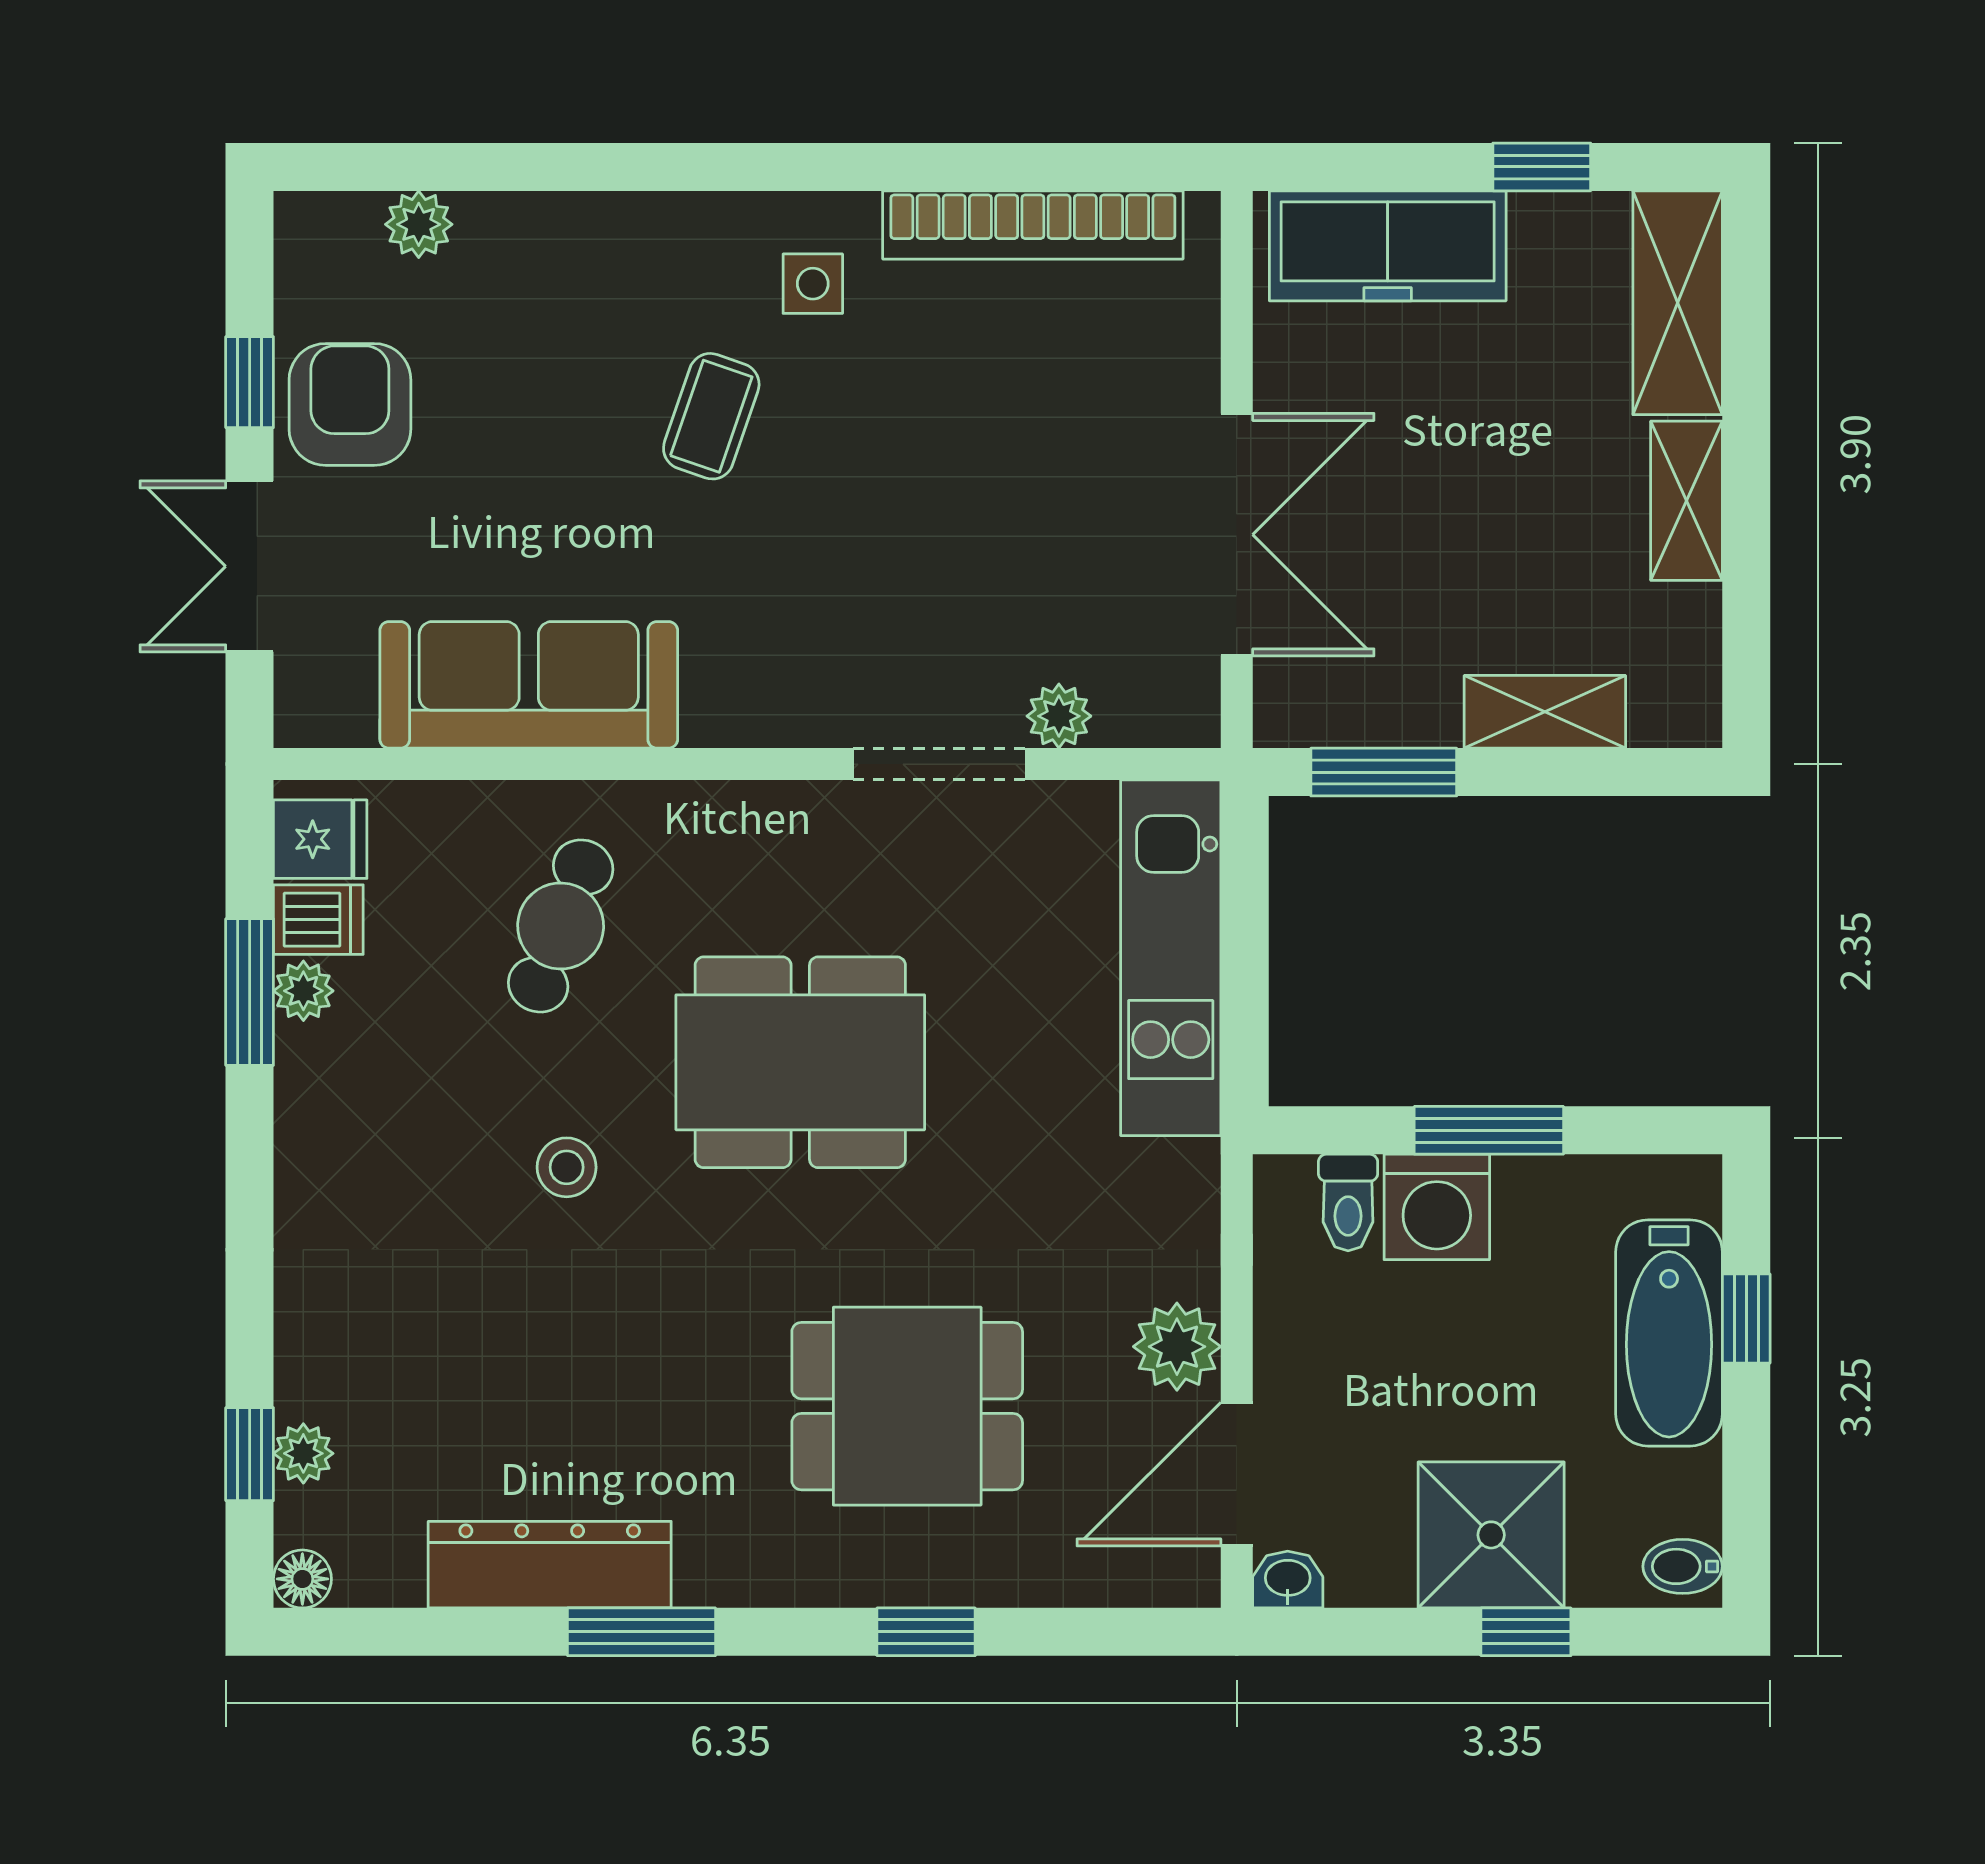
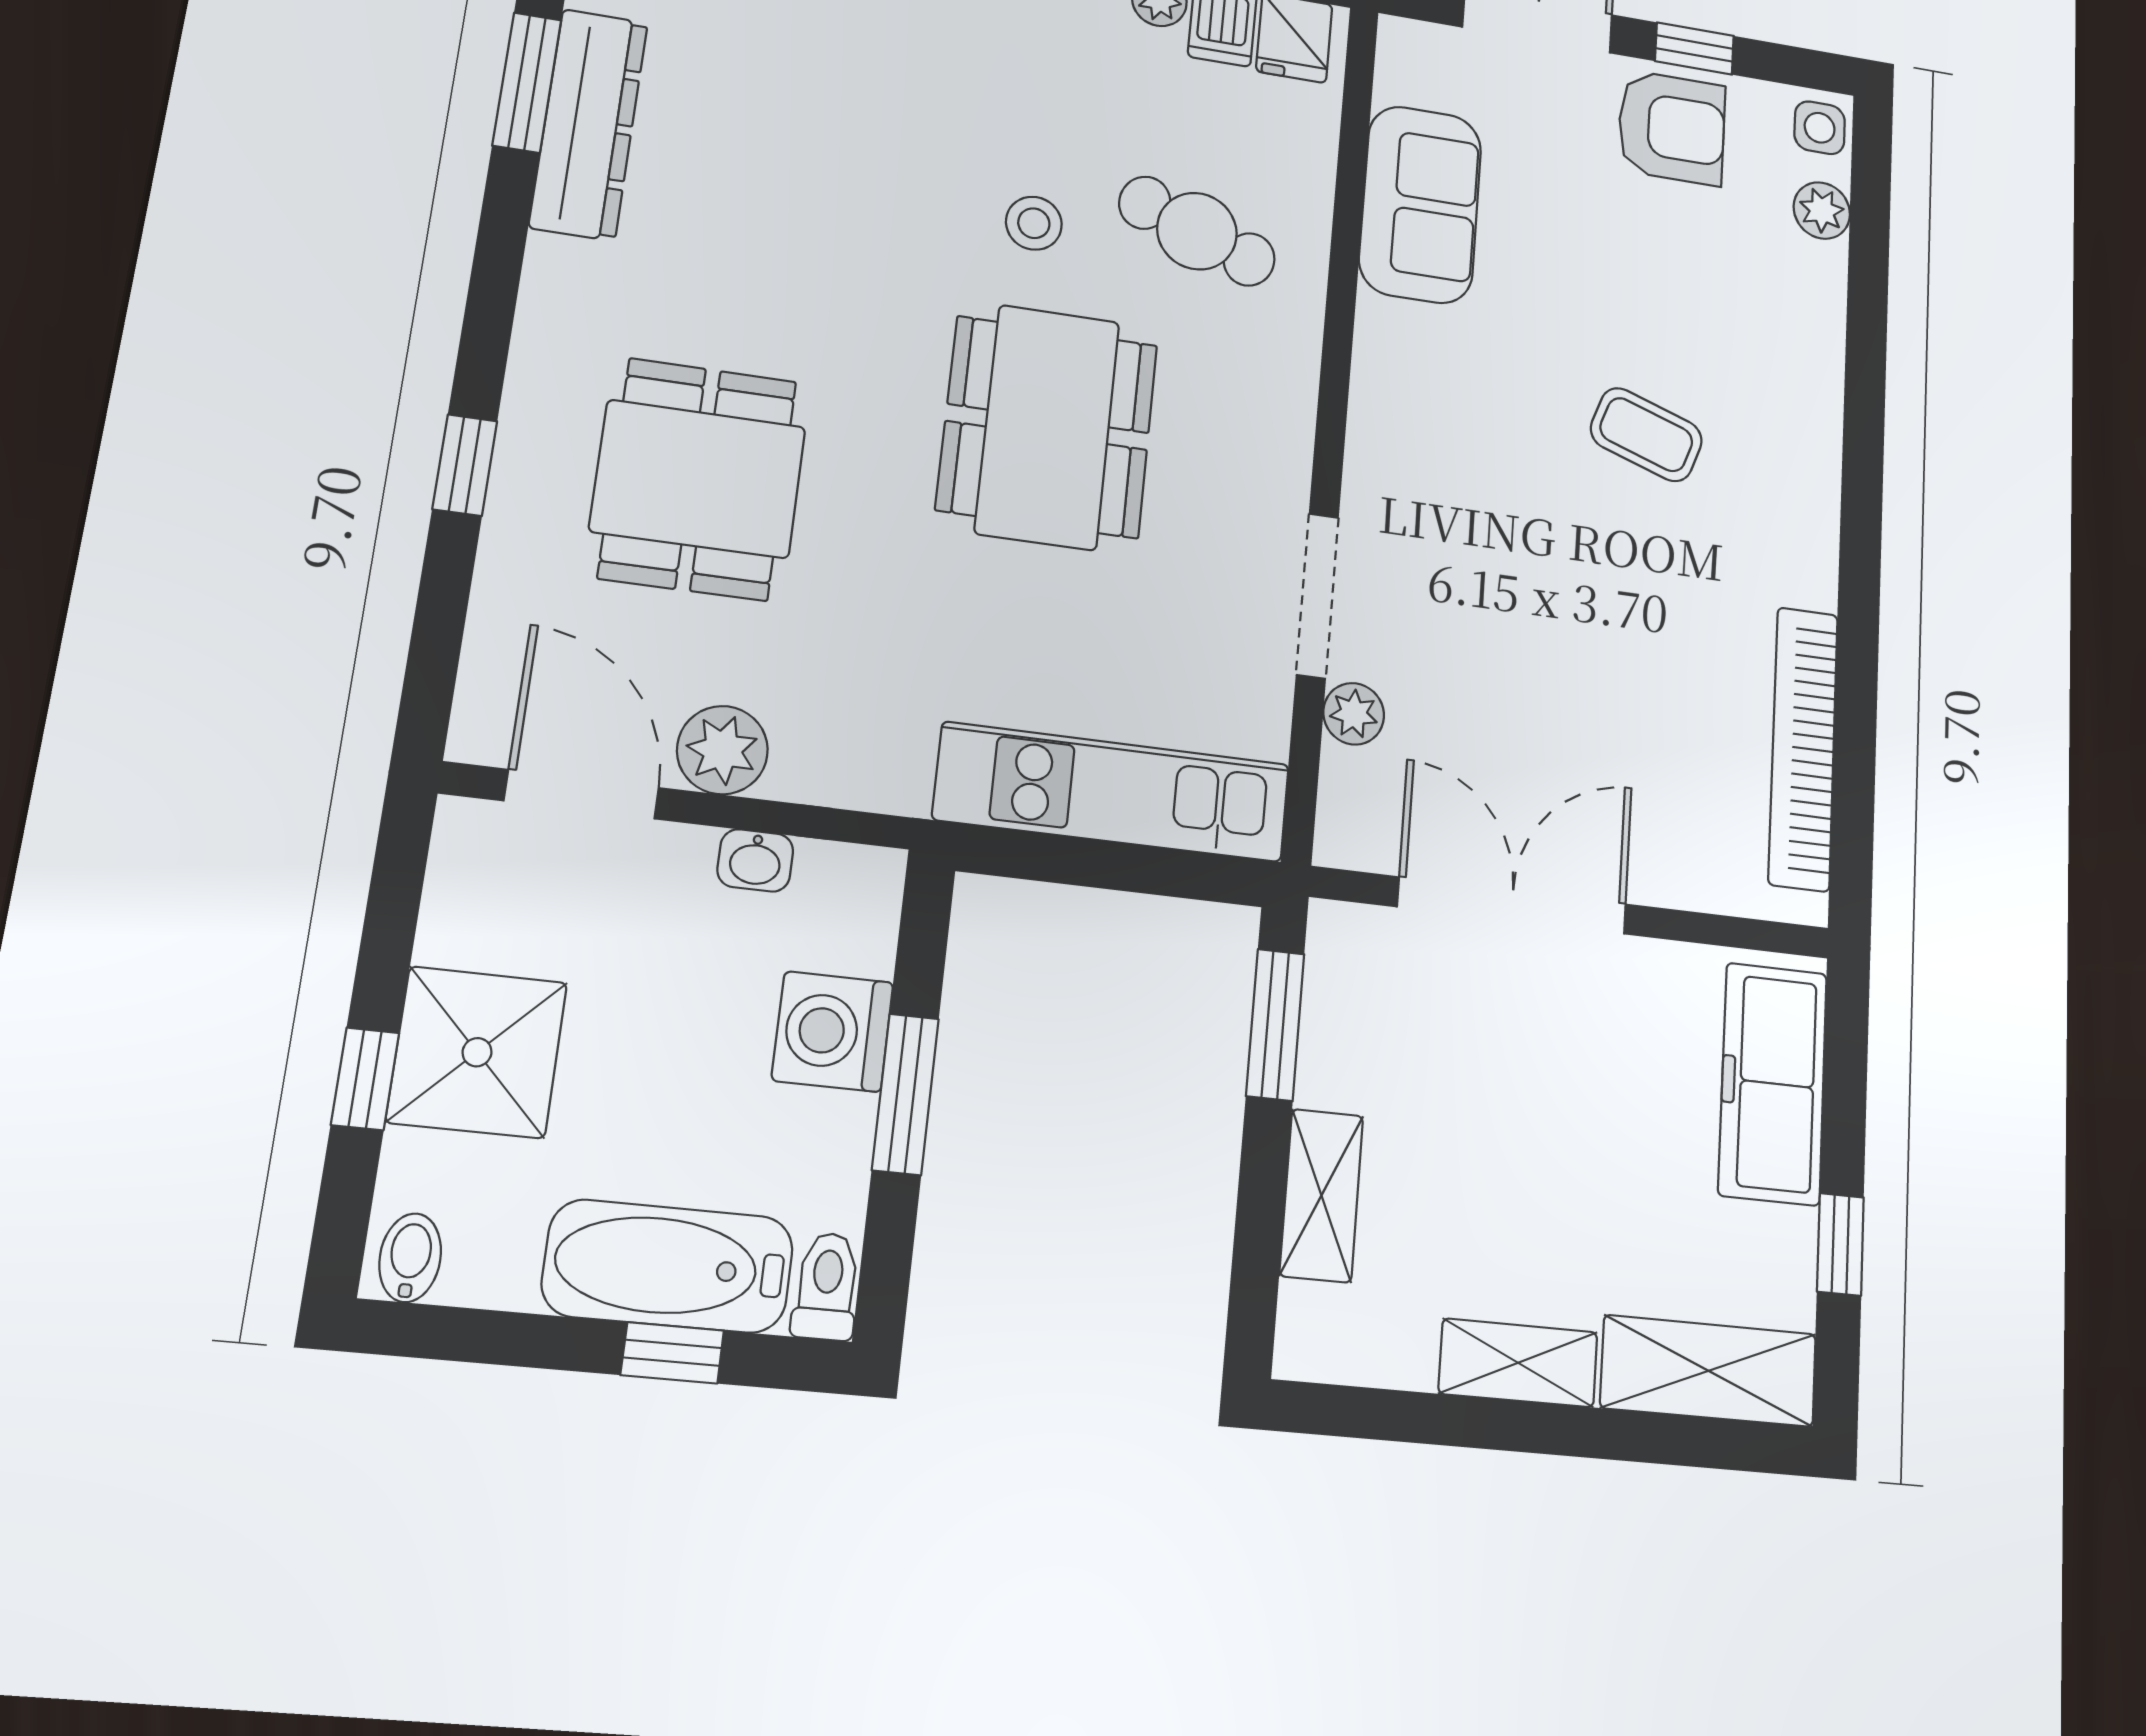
side table: (813, 284) -> (1820, 128), moved
double door: (1237, 535) -> (1512, 906), swing flipped
sofa: (529, 685) -> (1420, 204), width x0.73
stool: (567, 1167) -> (1034, 223), moved
toilet: (1348, 1202) -> (827, 1286), moved, turned 90
washbasin: (1288, 1580) -> (755, 860), moved, turned 90
window: (642, 1632) -> (527, 83), moved

